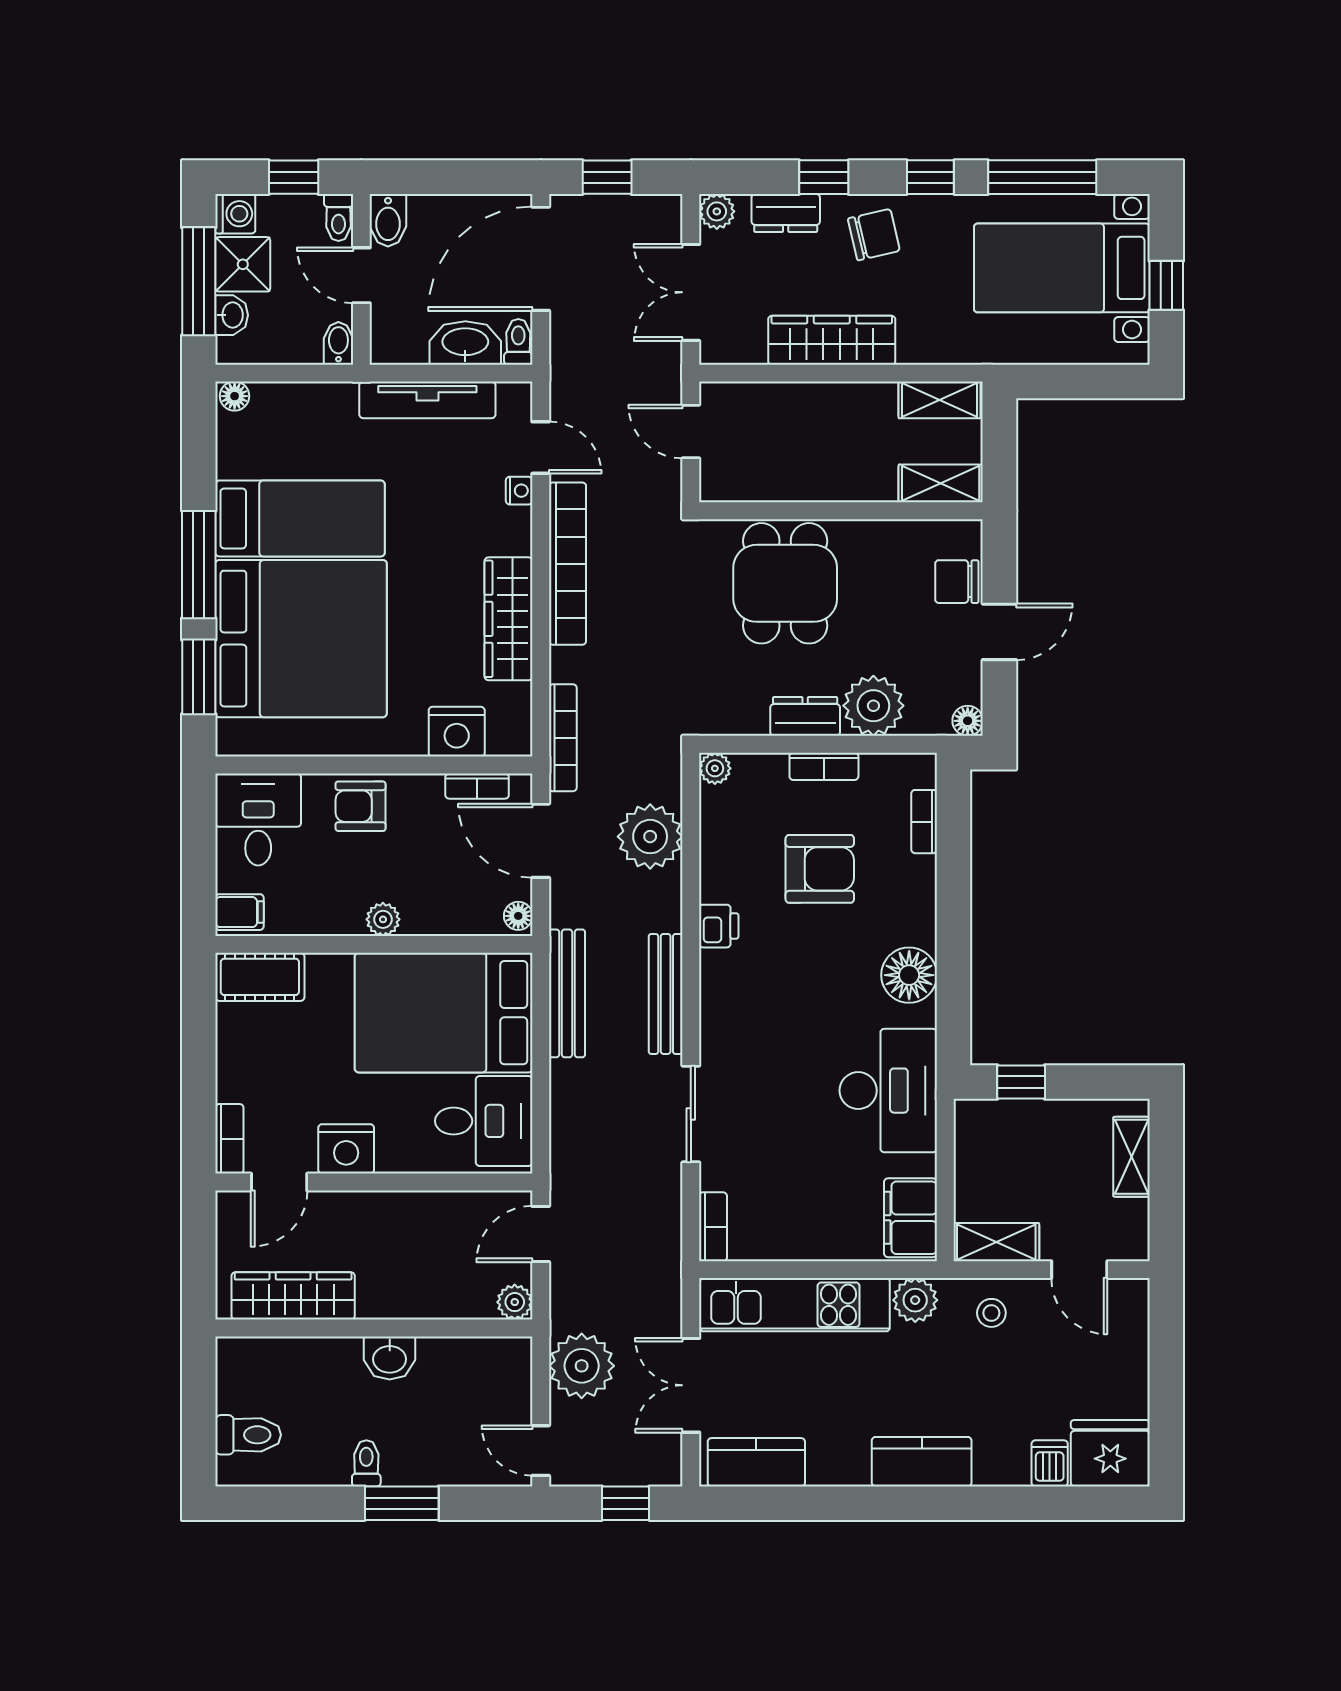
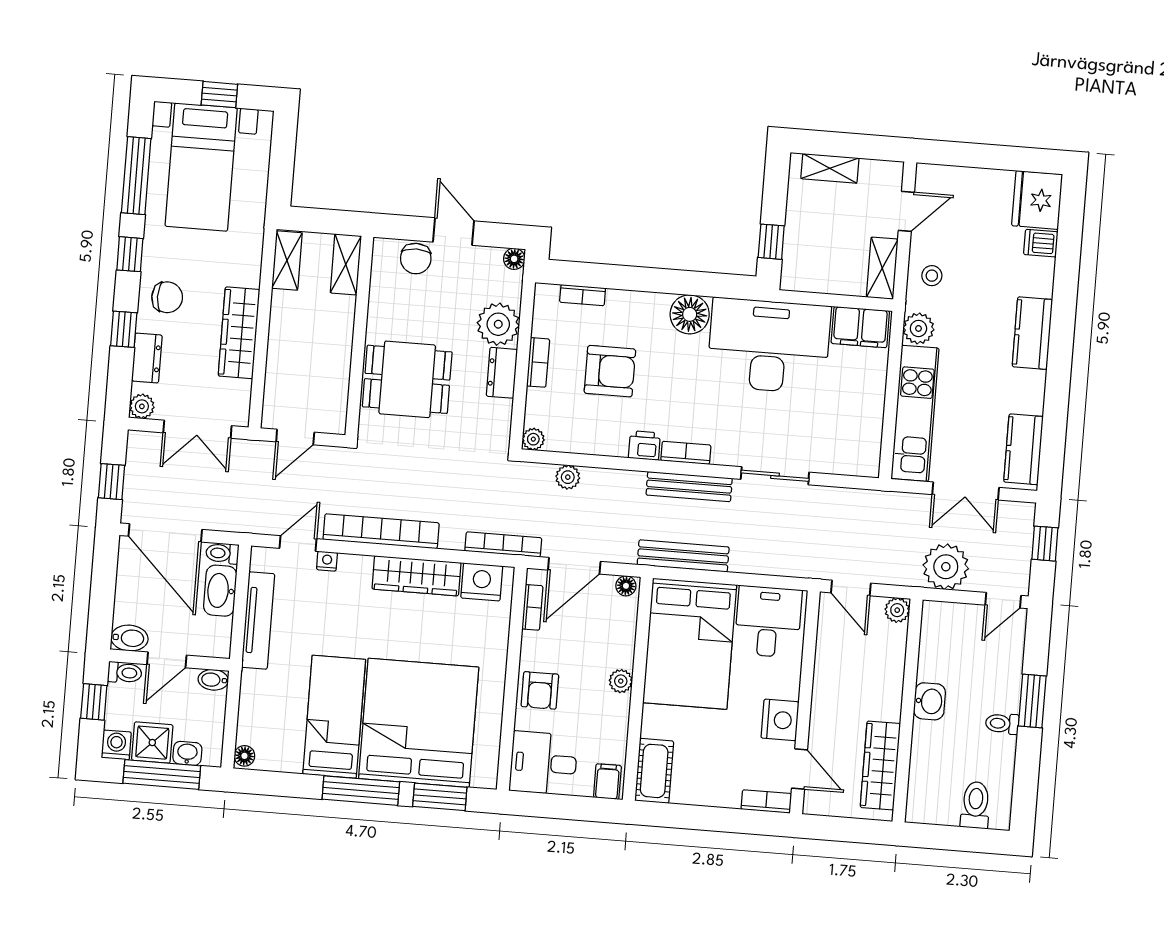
chair: (874, 235) -> (167, 297), turned 103
nightstand: (457, 732) -> (482, 582), moved, turned -90
plant: (650, 837) -> (568, 477), width x0.53, depth x0.53
armchair: (820, 869) -> (610, 371), turned 90
desk: (888, 1091) -> (769, 346), width x1.36, depth x1.30
bookcase: (713, 1227) -> (686, 453), moved

